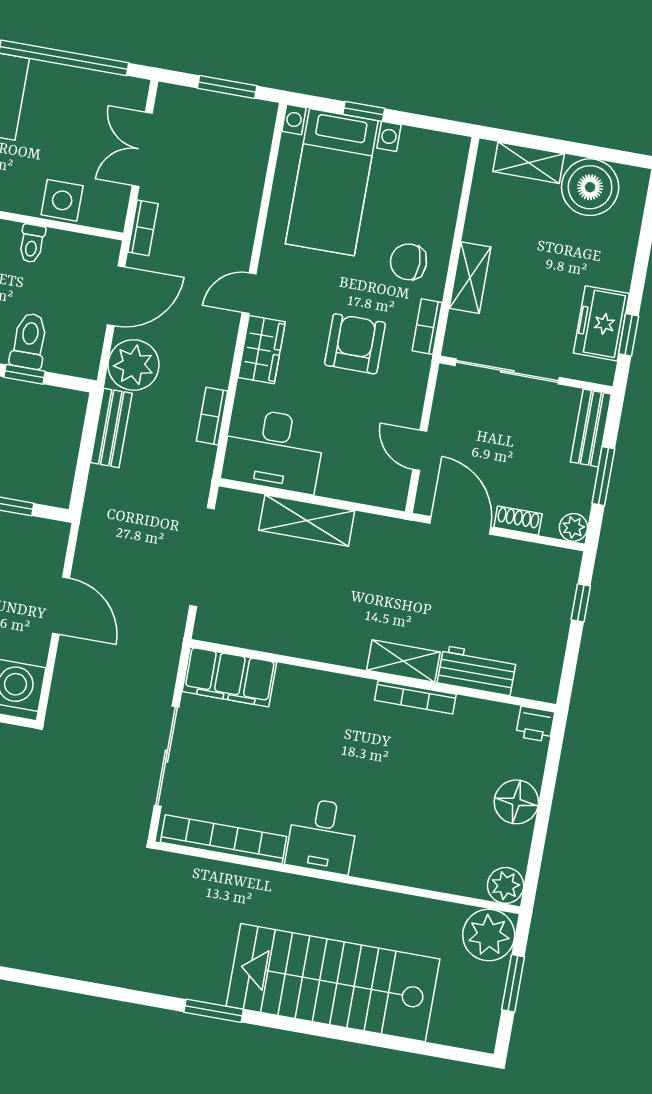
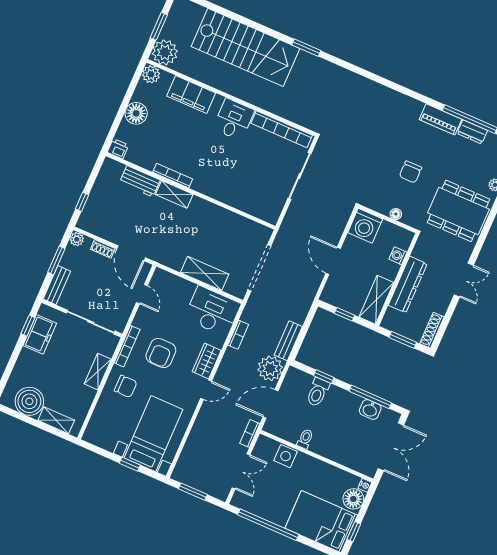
bookcase: (427, 327) -> (127, 346), width x1.56
filing cabinet: (229, 677) -> (191, 94), moved, turned 180

